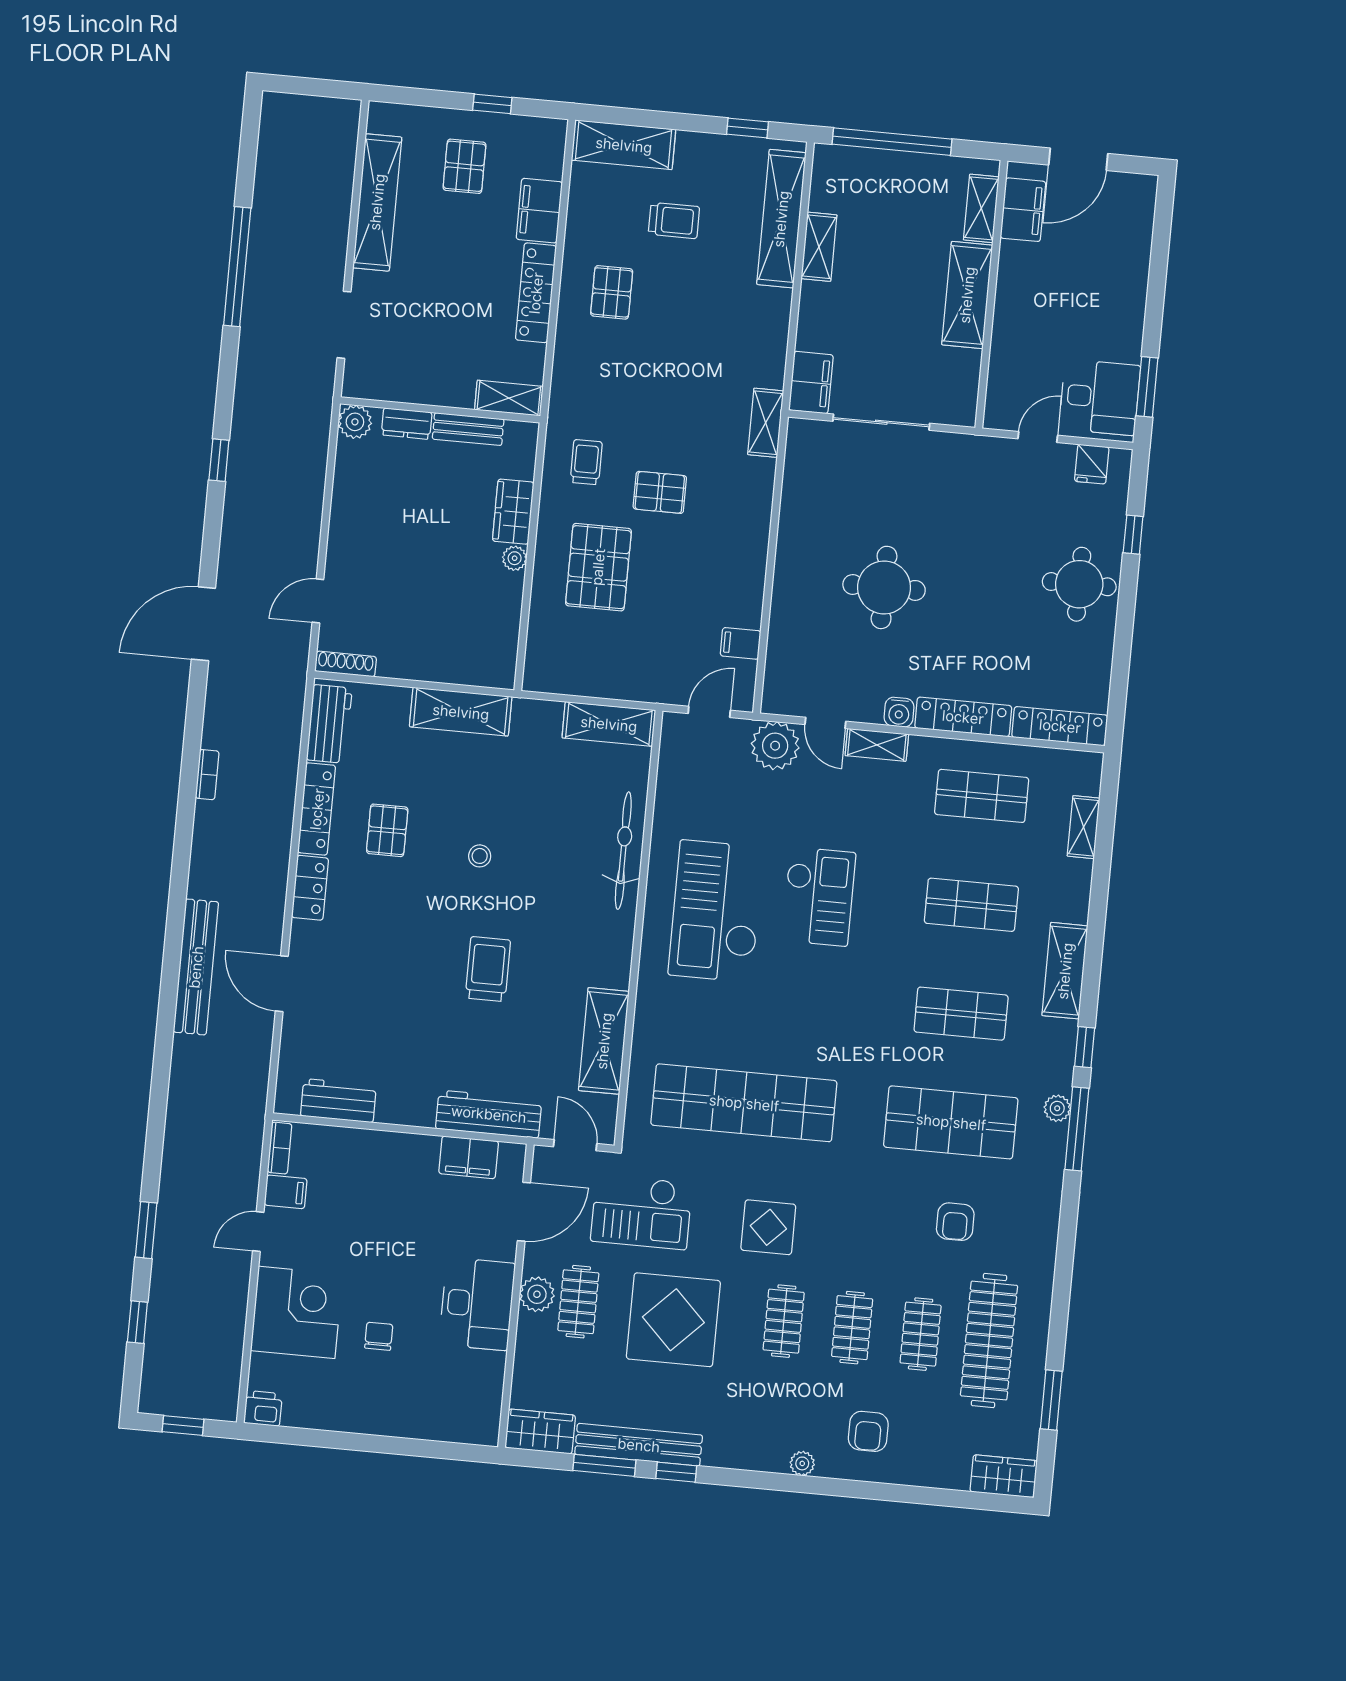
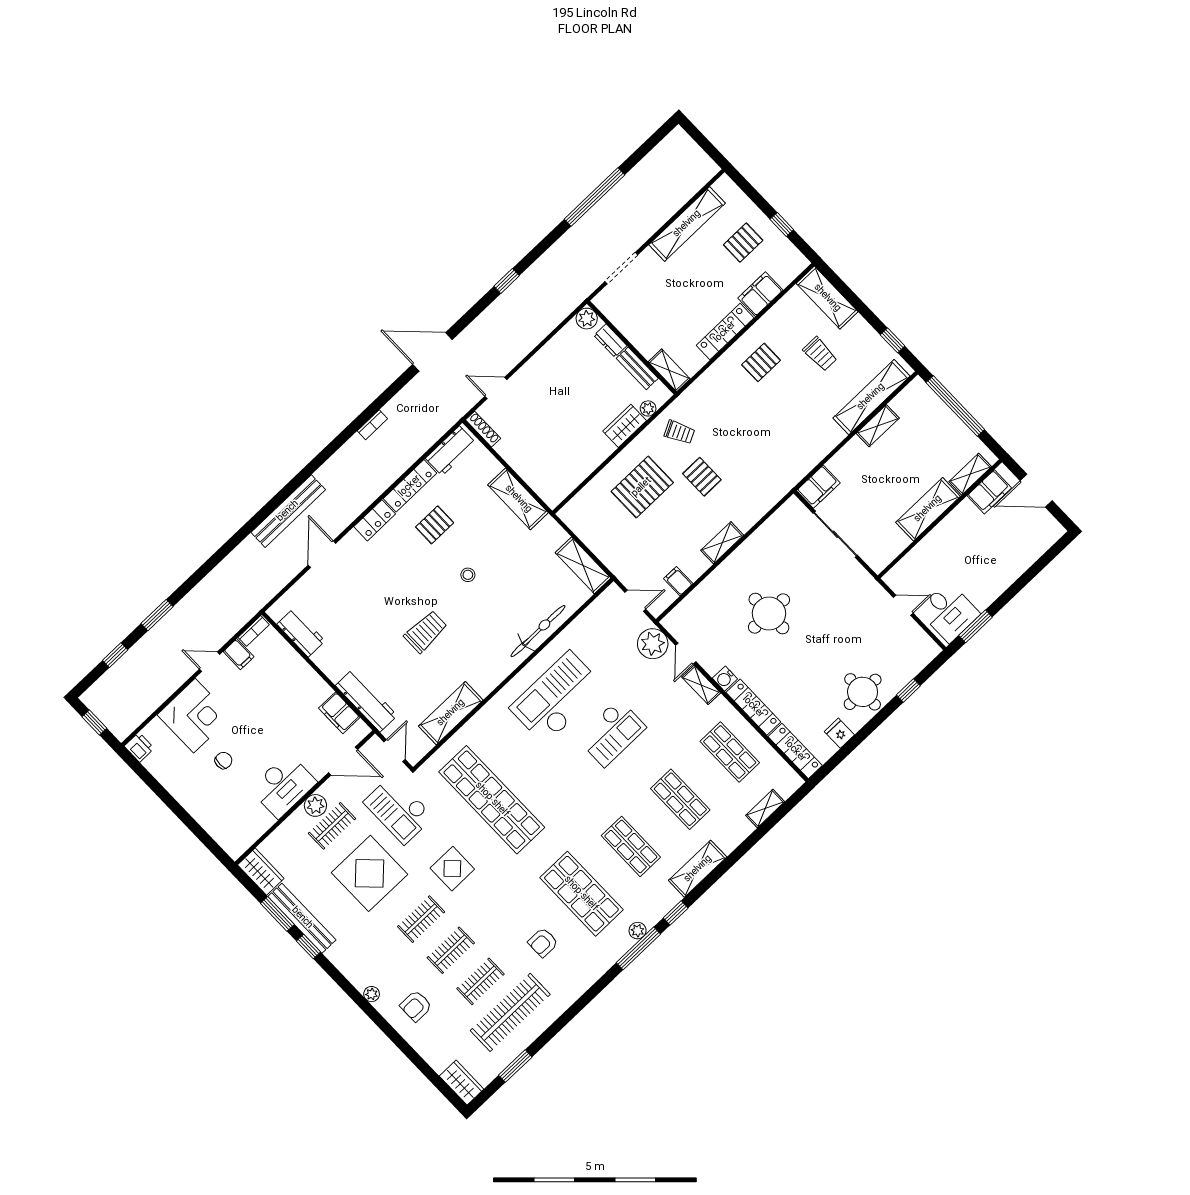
shelving: (766, 423) -> (722, 543), moved
trolley: (586, 462) -> (679, 432), turned 63
fridge: (1092, 464) -> (839, 733), moved, turned 90
plant: (515, 558) -> (648, 408), moved

